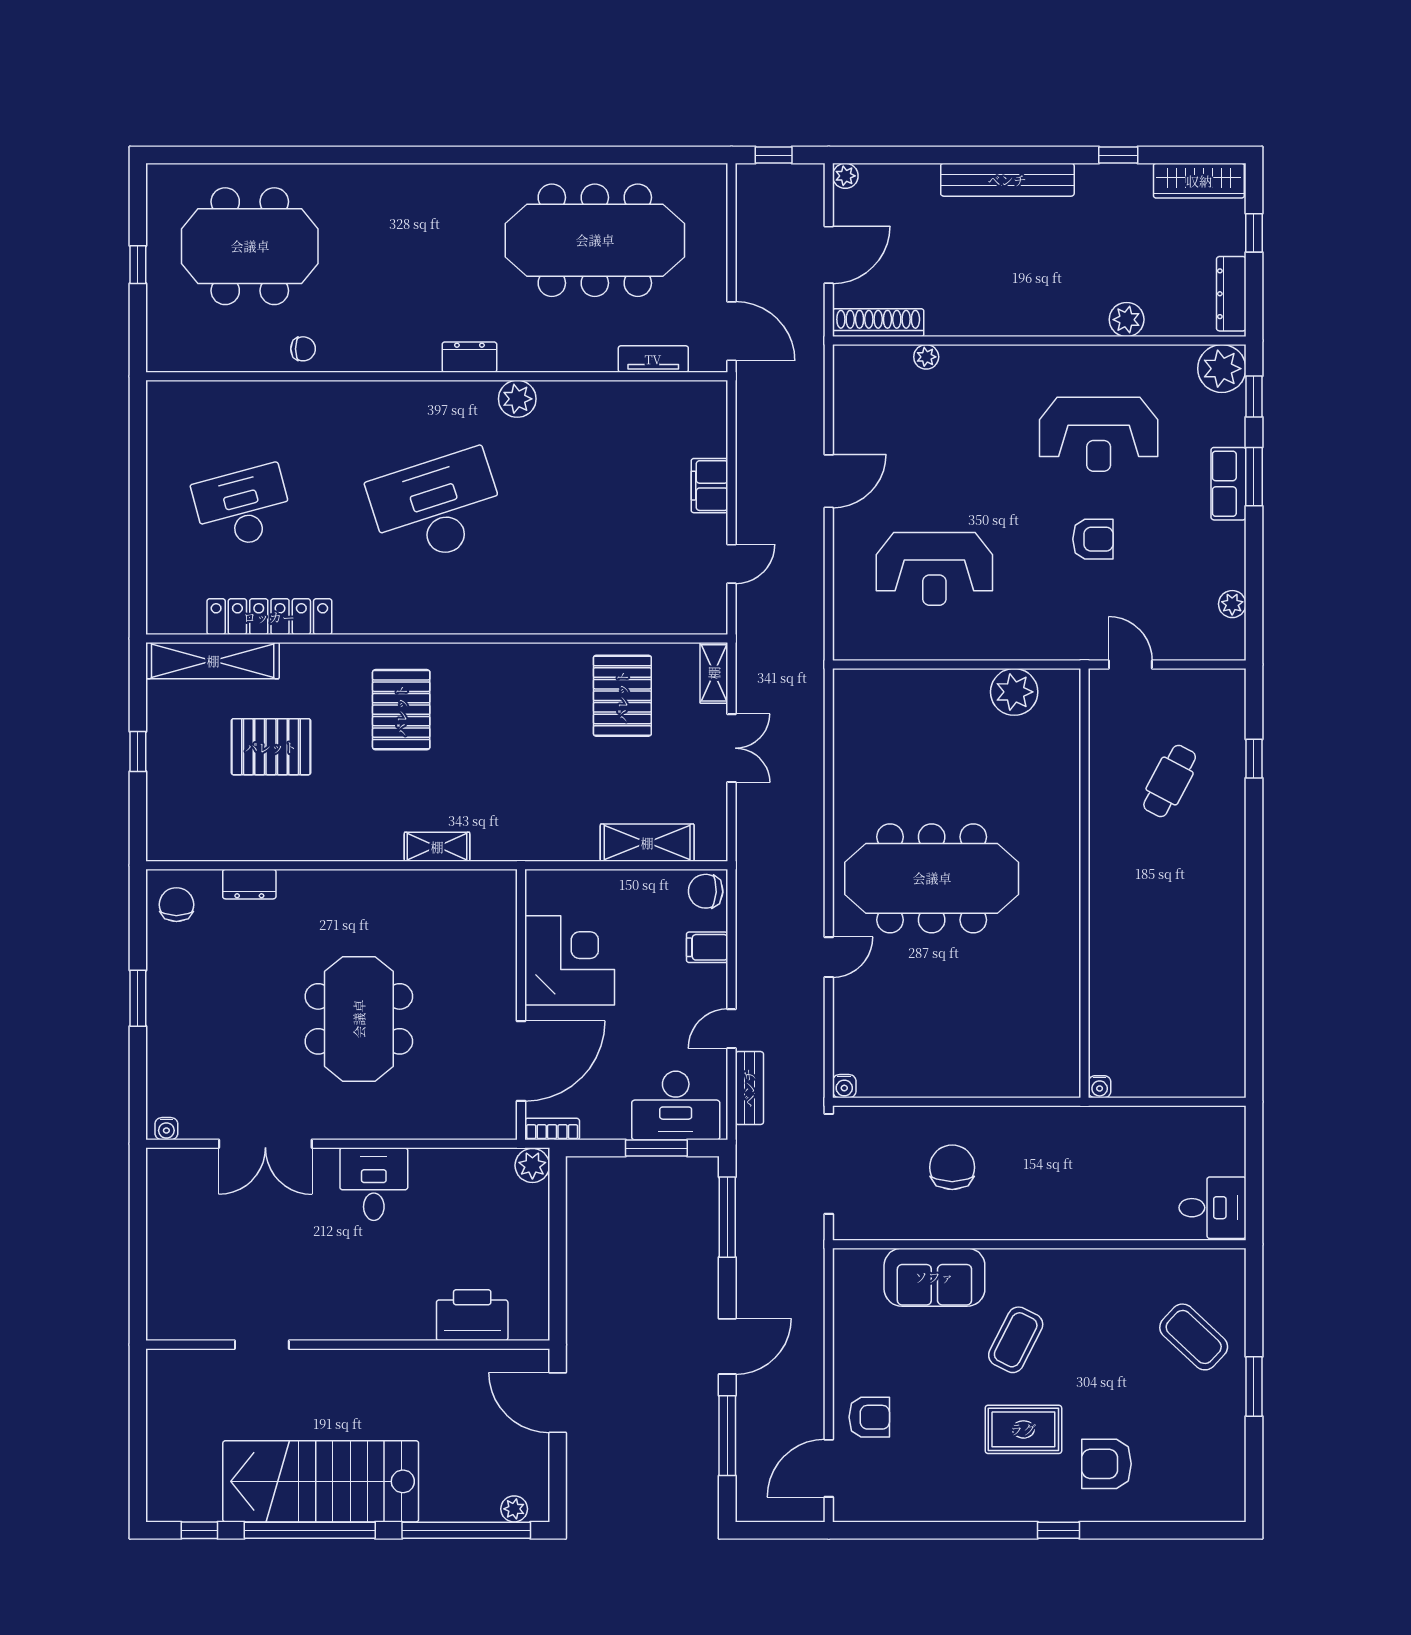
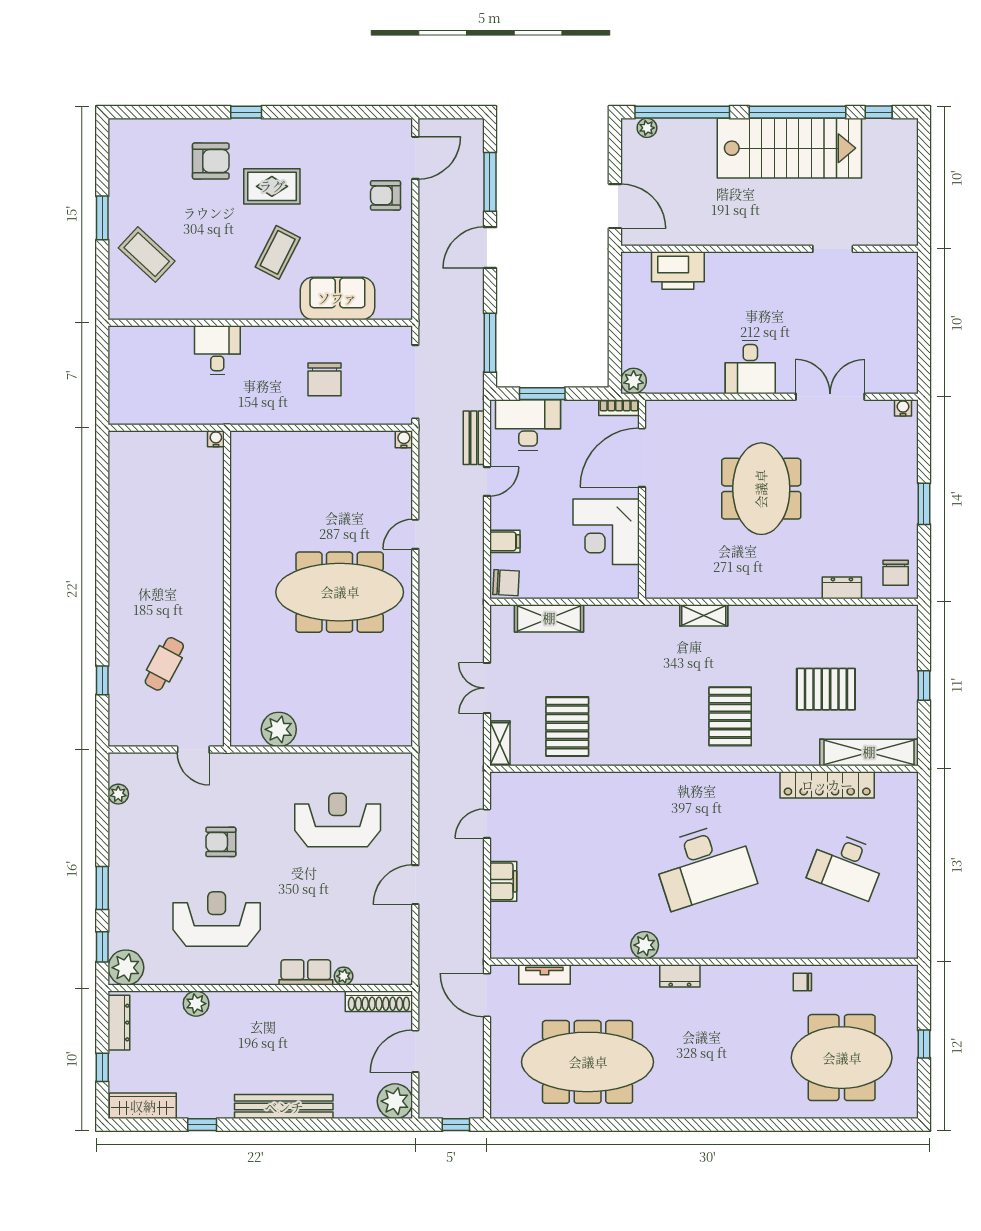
plant: (845, 176) -> (395, 1101), width x1.88, depth x1.88
row of seats: (1228, 484) -> (306, 972), moved, turned -90
desk: (243, 507) -> (847, 865), turned 36
desk: (1213, 1208) -> (217, 350), moved, turned 90

